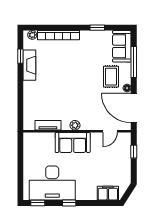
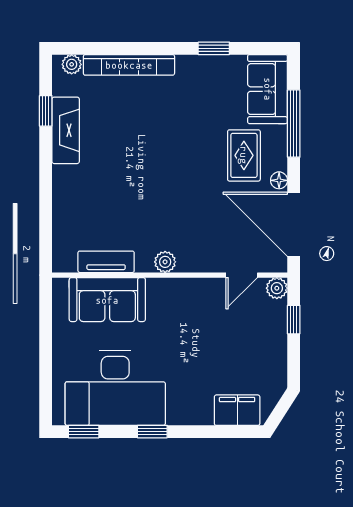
plant: (126, 137) -> (277, 288), added
sofa: (73, 143) -> (107, 300), moved

